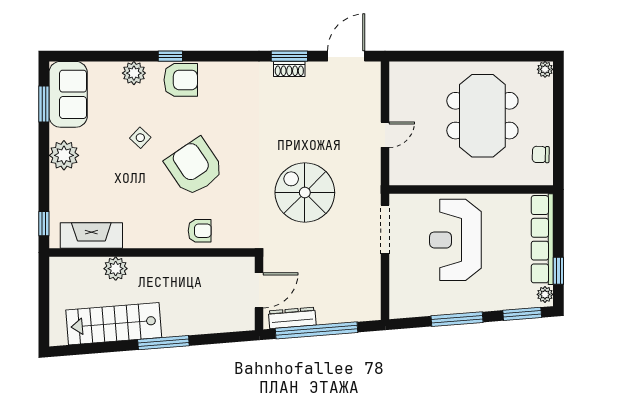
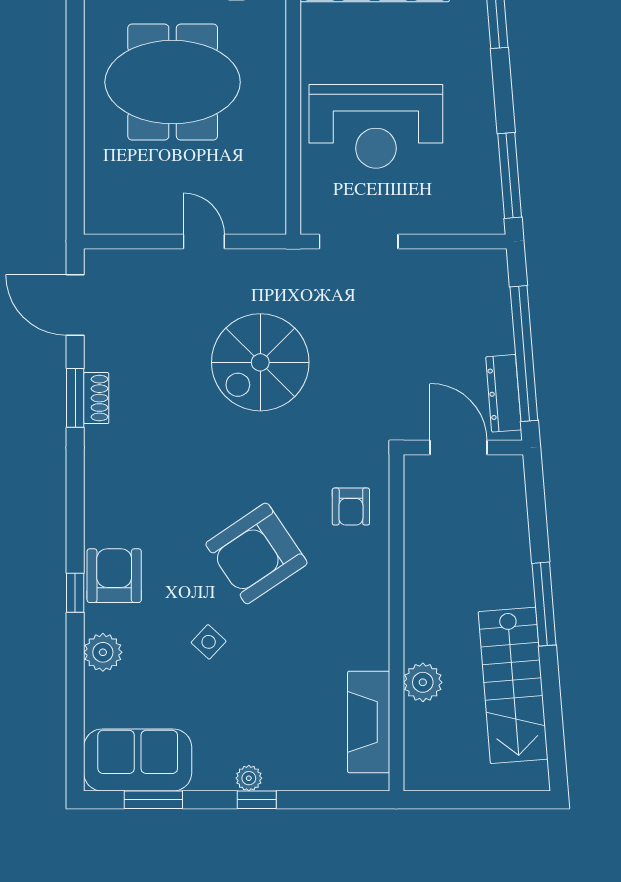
plant: (64, 155) -> (249, 778), width x0.53, depth x0.53
spiral stairs: (305, 193) -> (260, 362), moved
window: (44, 224) -> (257, 800), moved
armchair: (200, 231) -> (351, 507), moved, turned 180
window: (457, 319) -> (510, 175), moved

